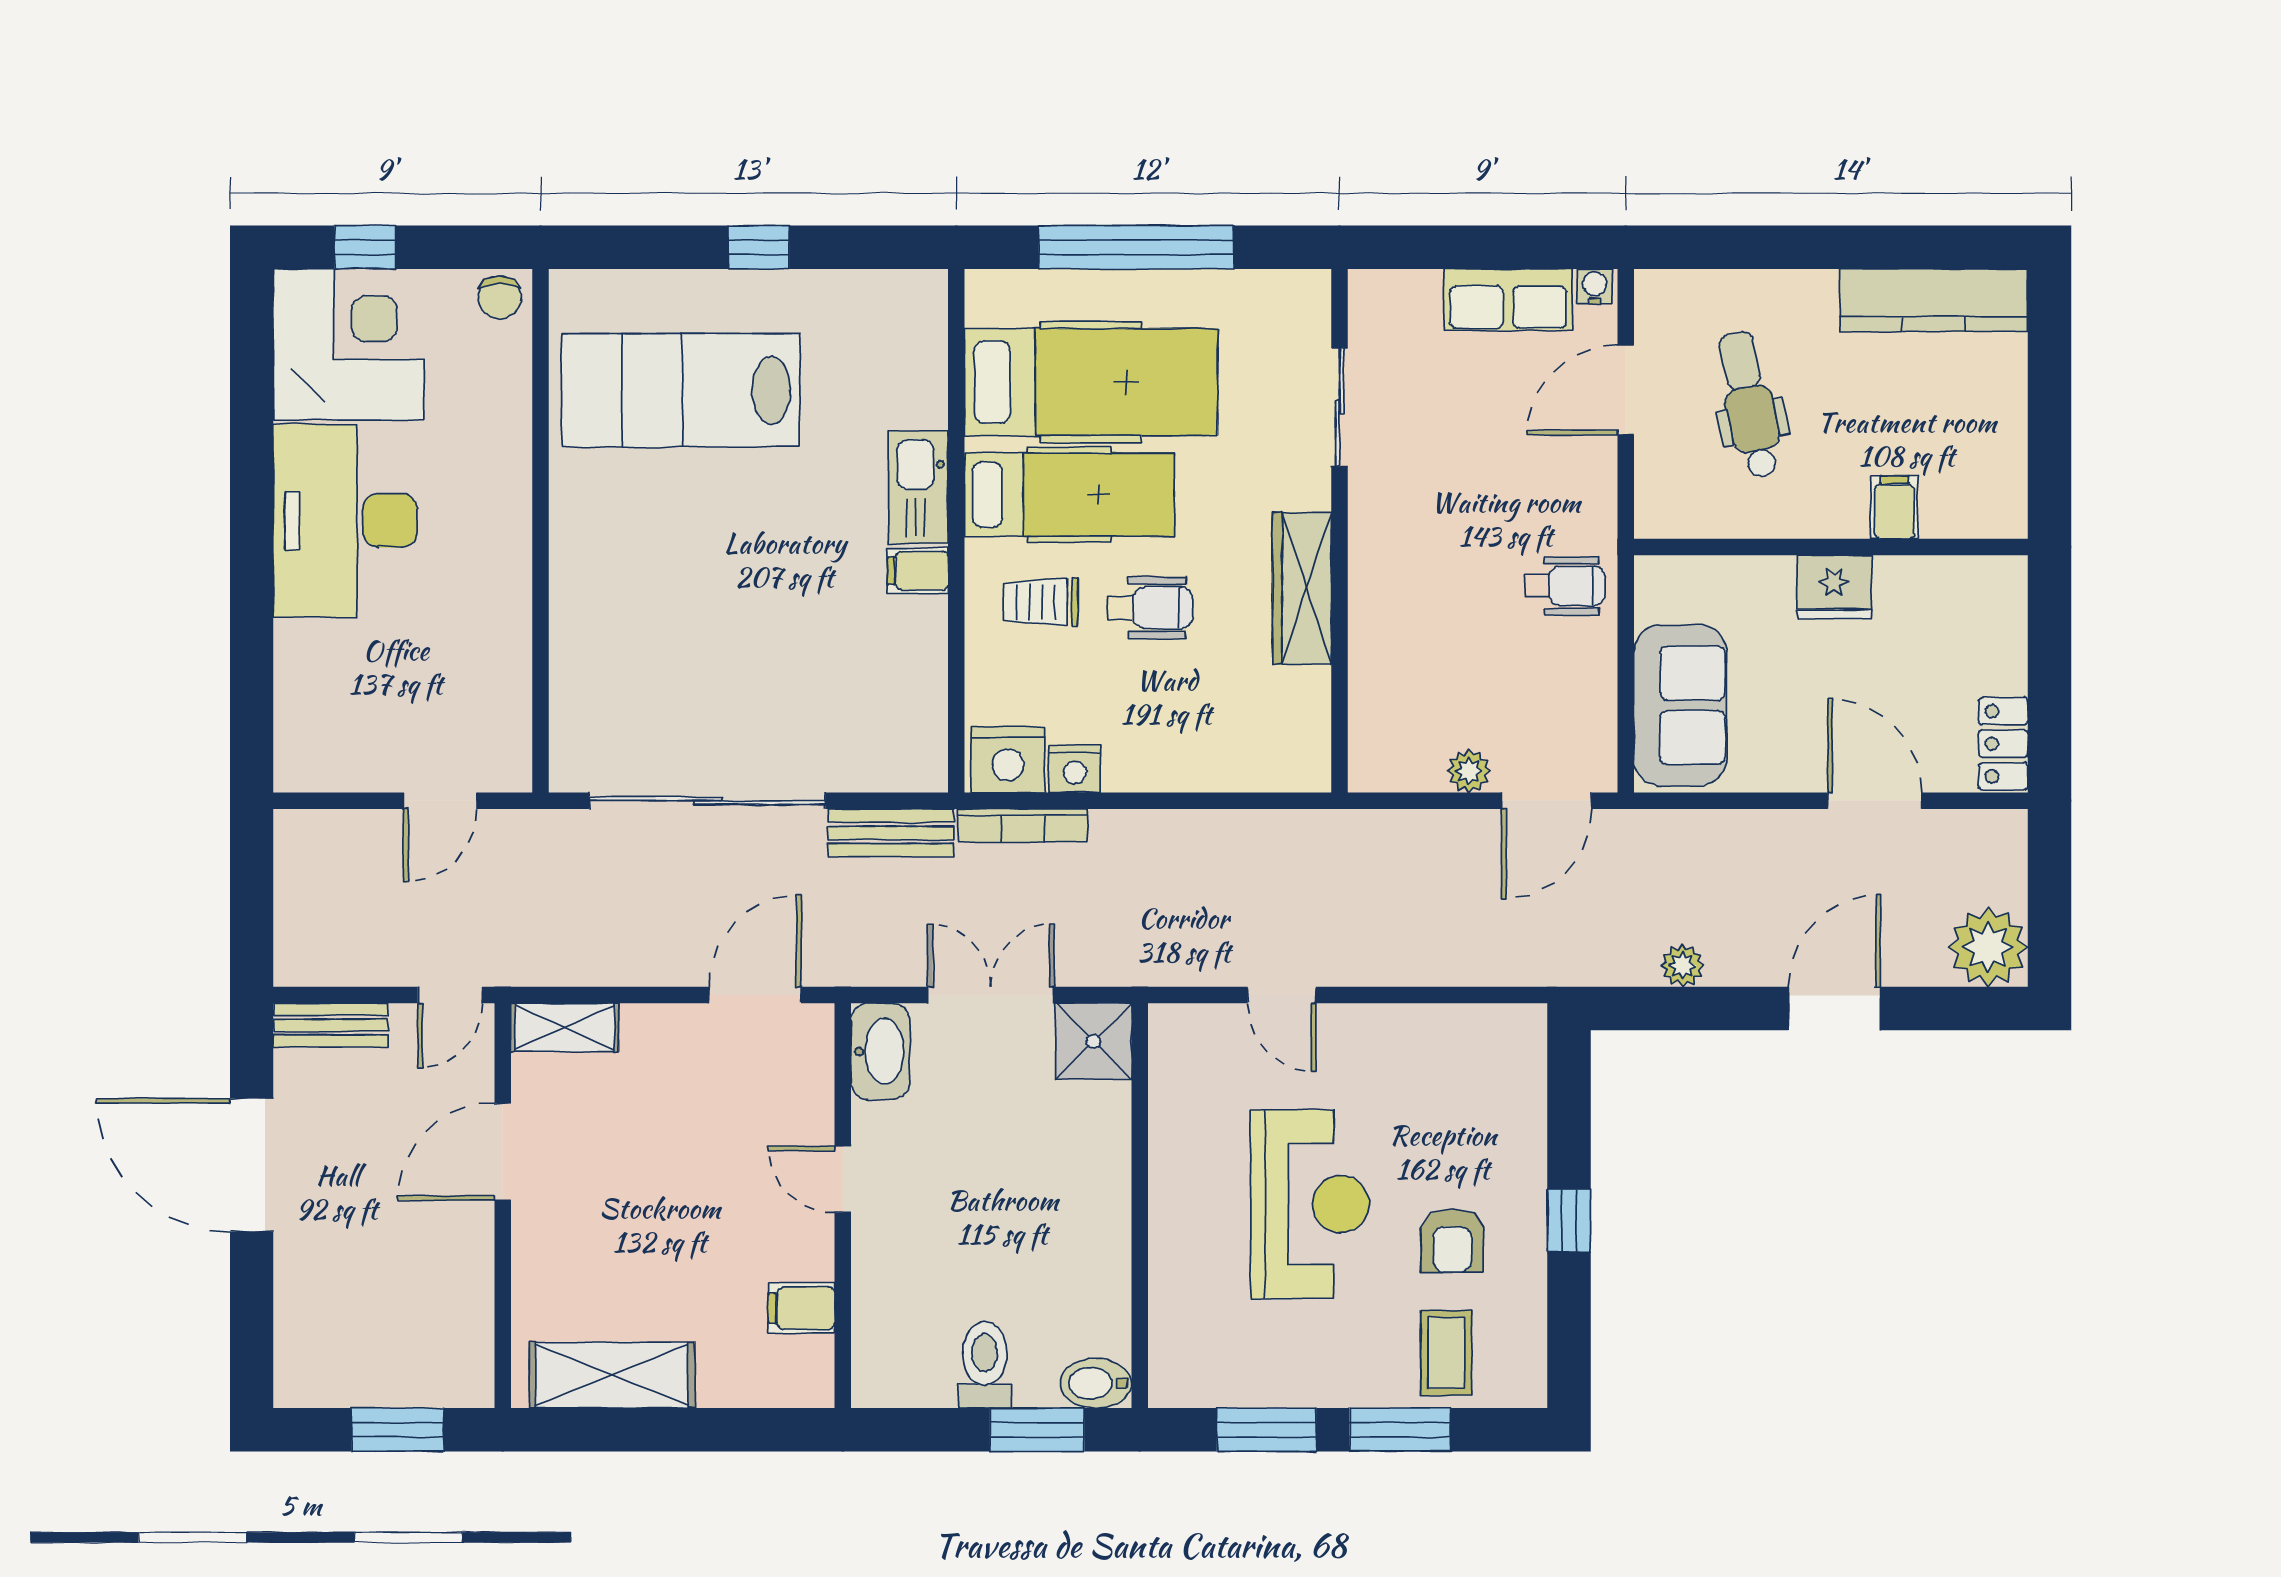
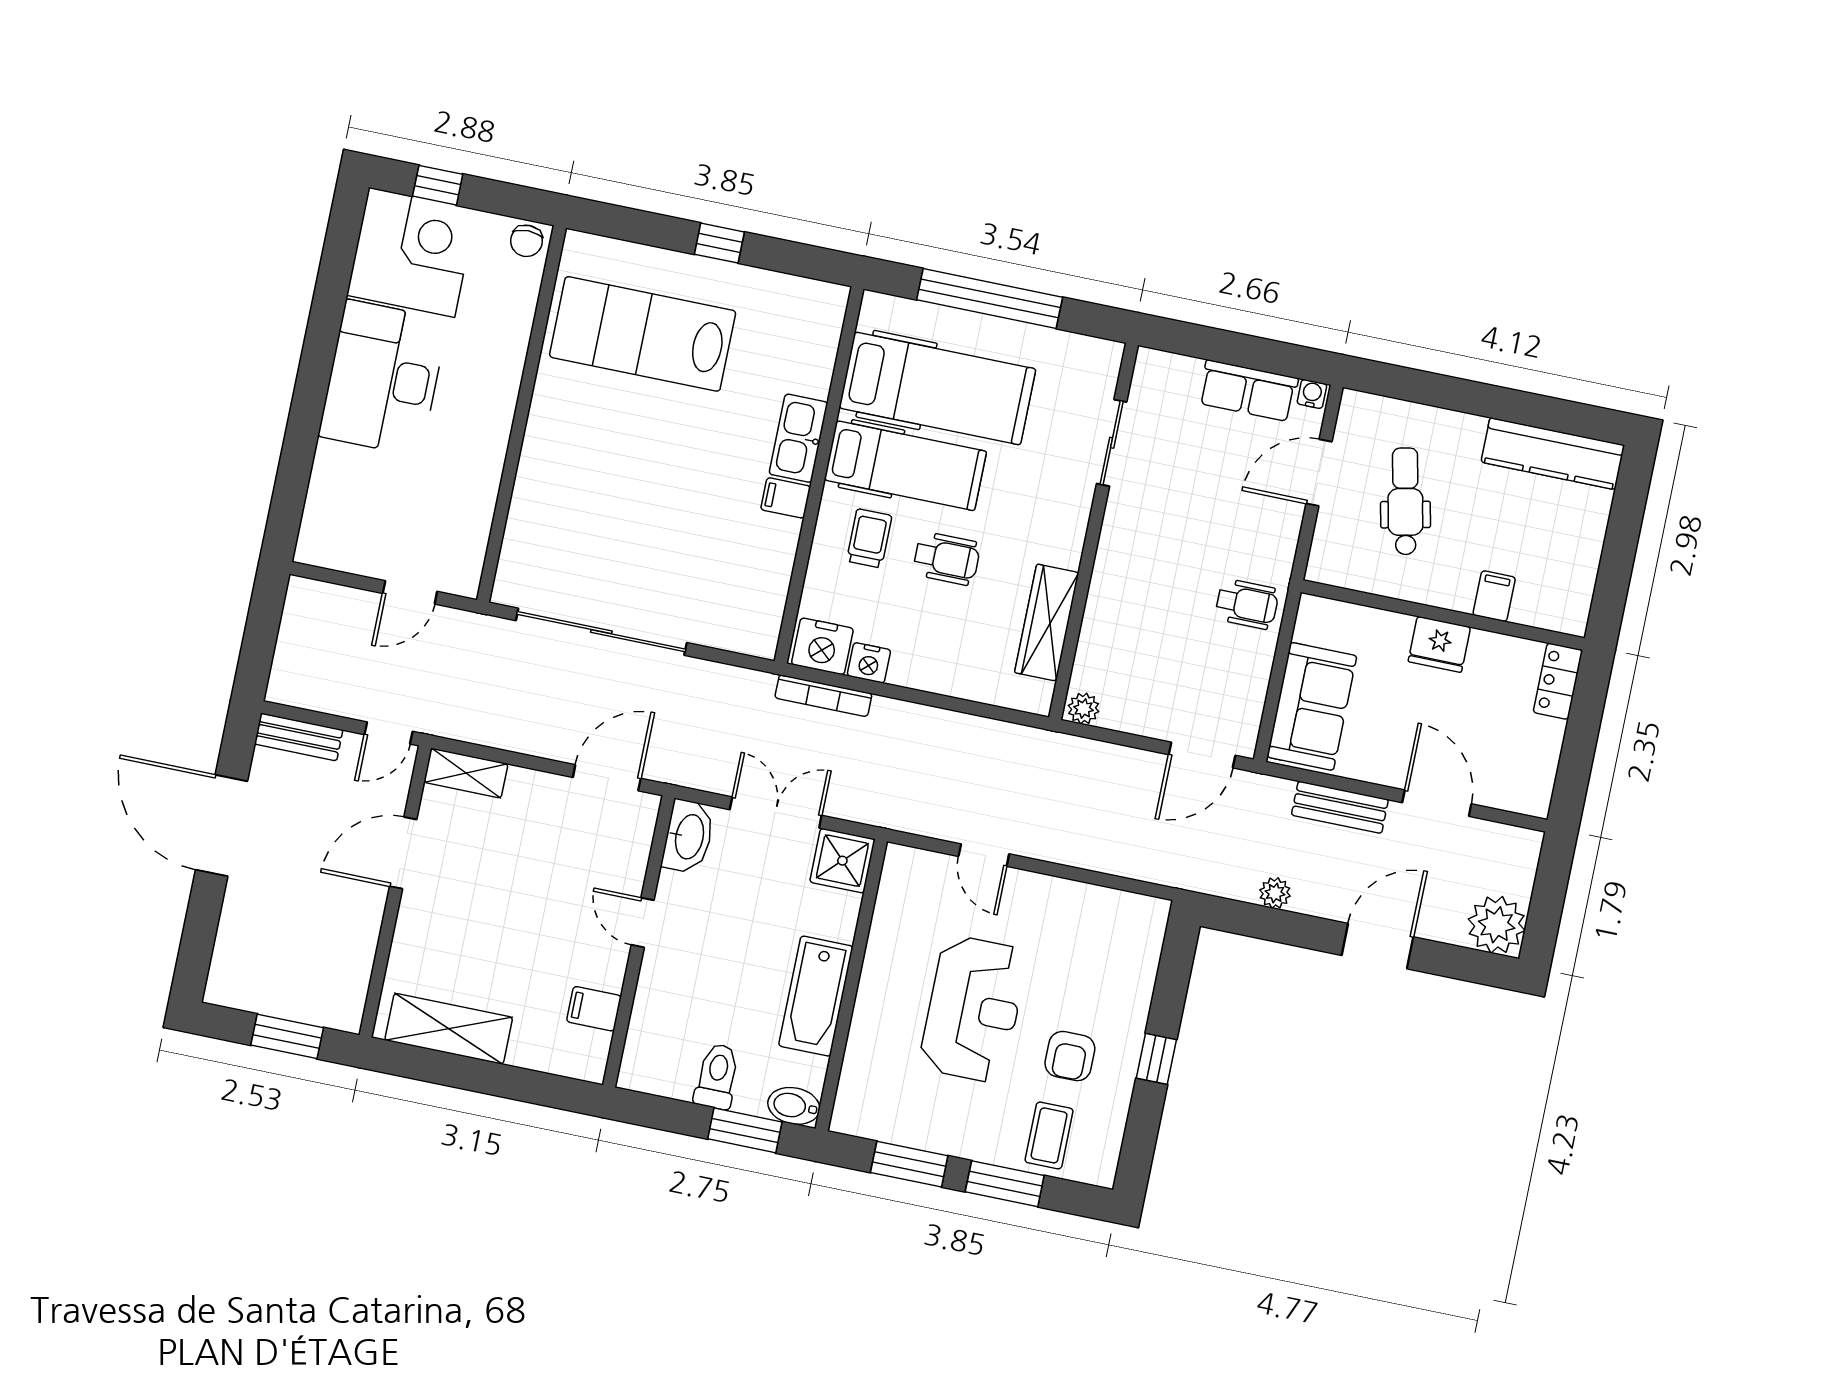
wardrobe: (1302, 588) -> (1047, 623), moved
trolley: (1041, 602) -> (869, 538), turned 90
locker: (2003, 744) -> (1558, 681), moved
plant: (1469, 771) -> (1084, 709), moved
bench: (891, 833) -> (1340, 807), moved
bathtub: (1095, 1230) -> (816, 996), added

